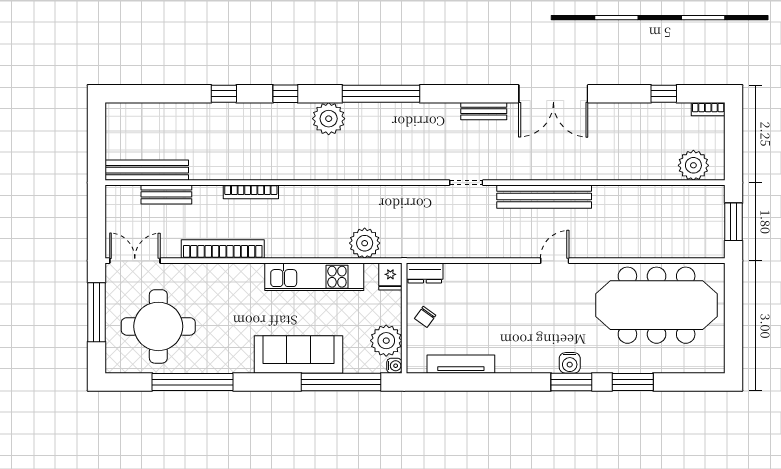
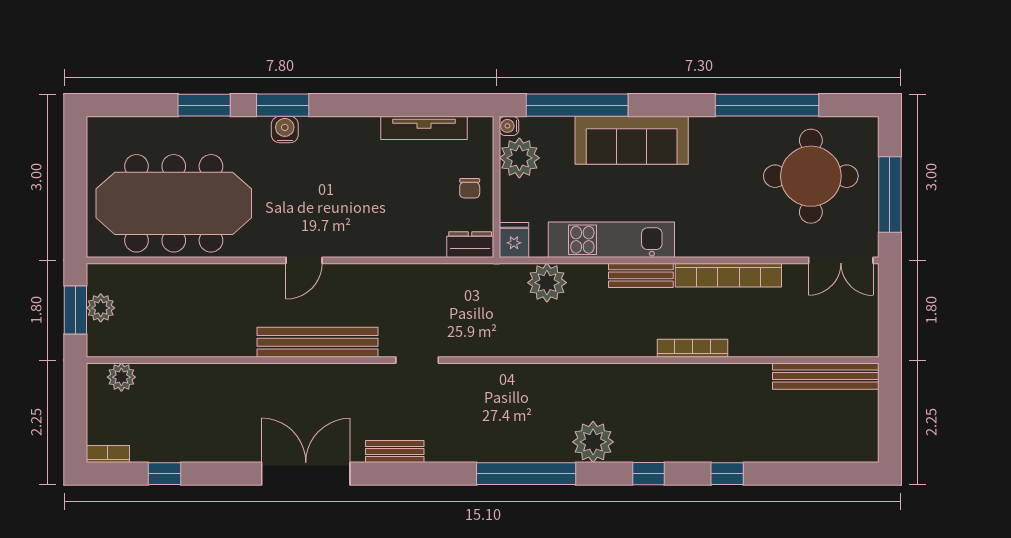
plant: (693, 165) -> (121, 377), width x0.73, depth x0.73
bench: (166, 194) -> (641, 275), moved
plant: (714, 223) -> (101, 308), added
chair: (425, 317) -> (470, 188), turned 144

